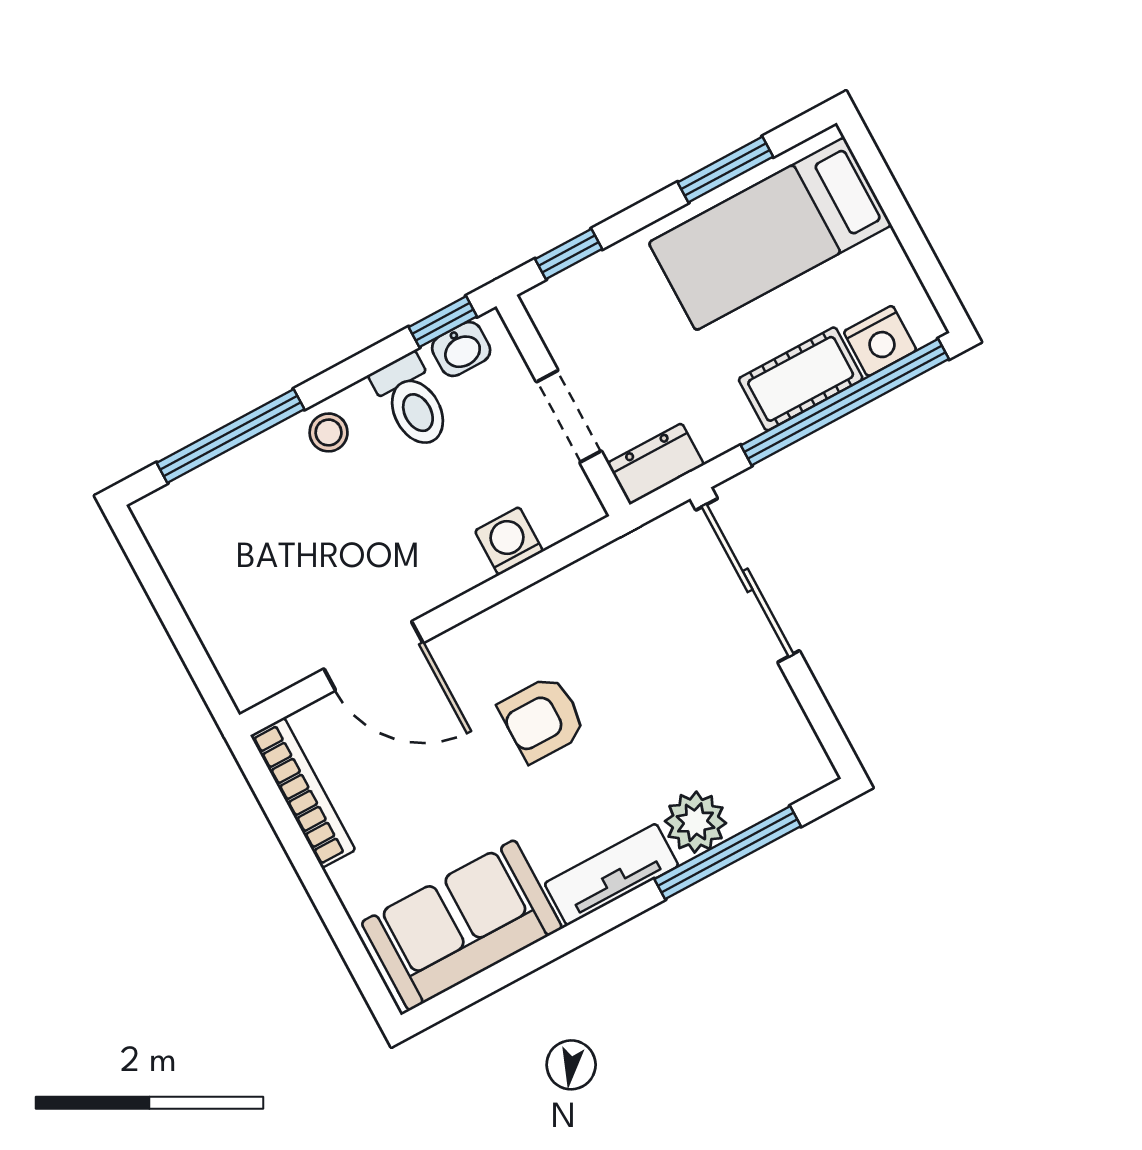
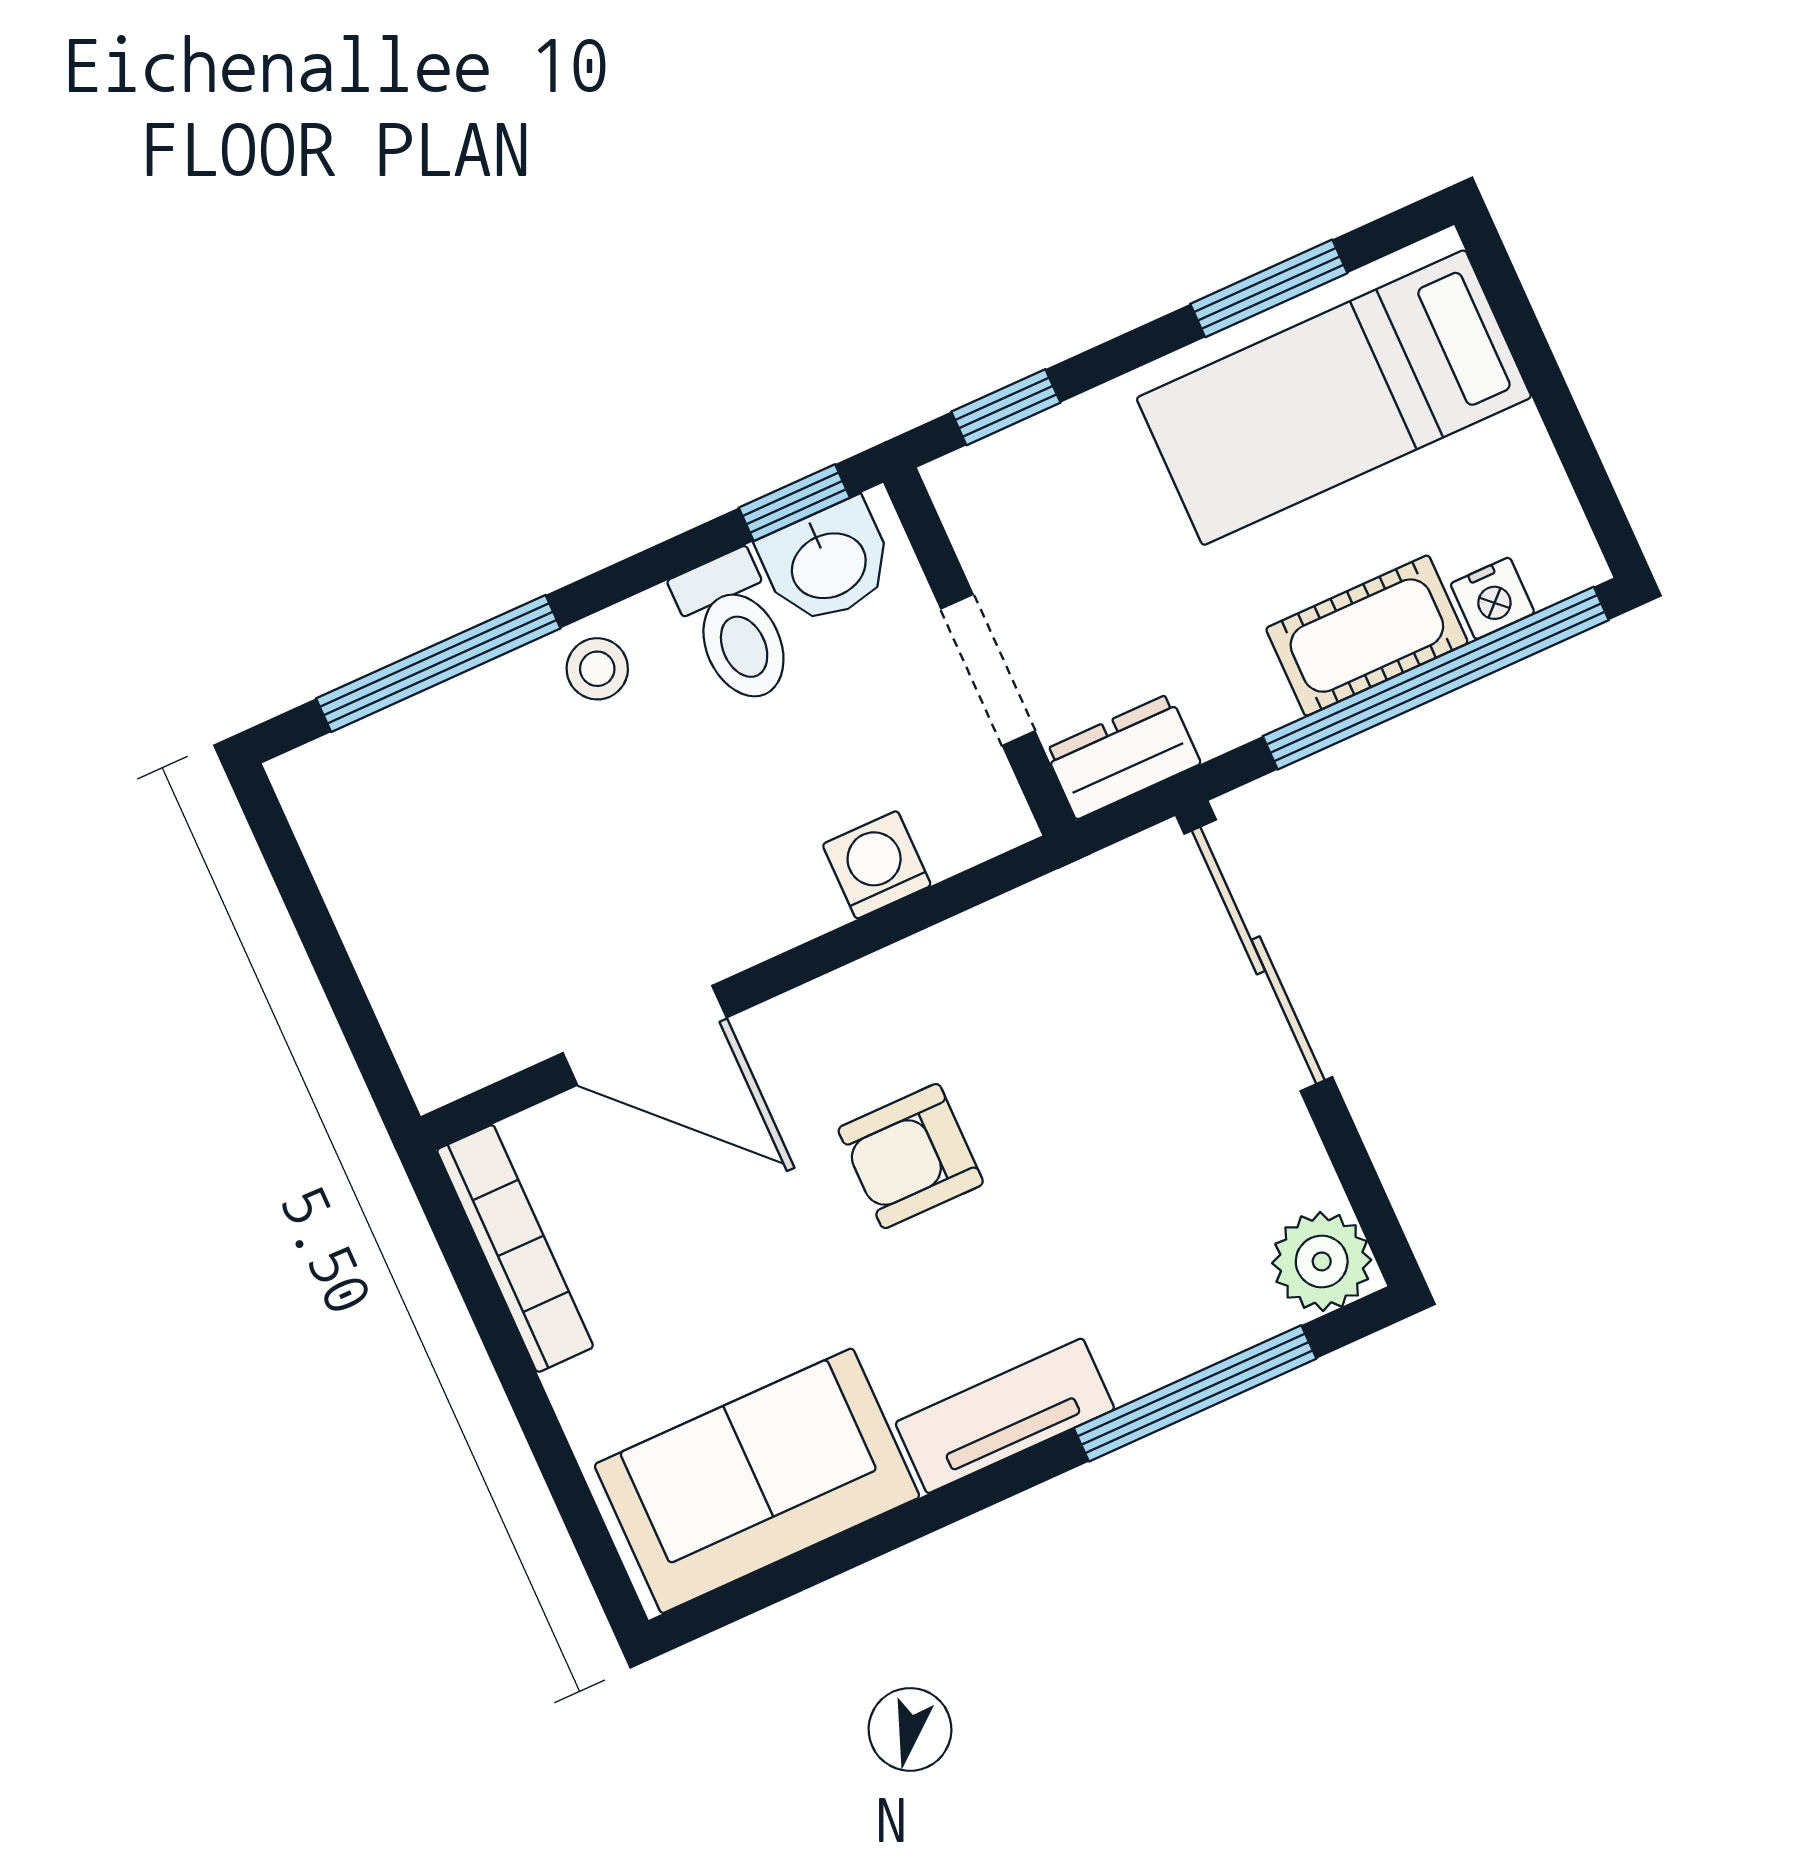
nightstand: (880, 341) -> (1492, 598), width x0.72, depth x0.74
washbasin: (461, 349) -> (828, 563), width x1.38, depth x1.45
plant: (696, 822) -> (1322, 1261), moved

